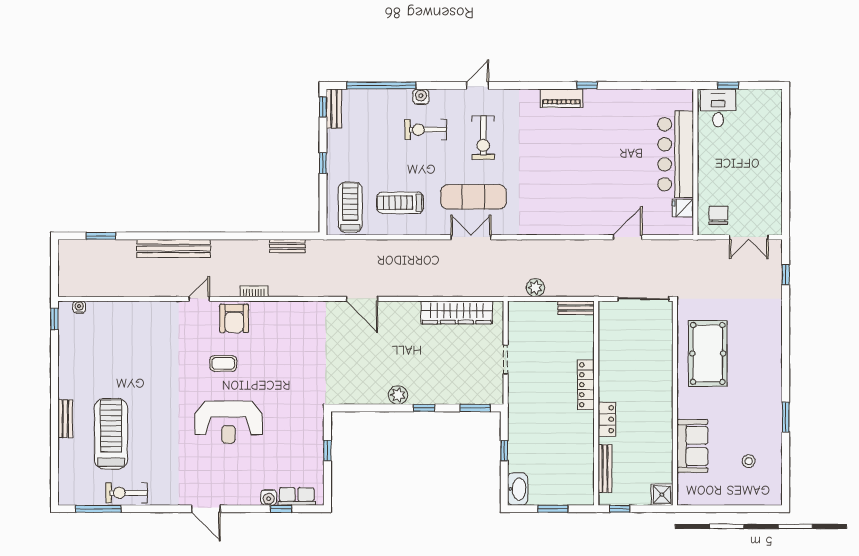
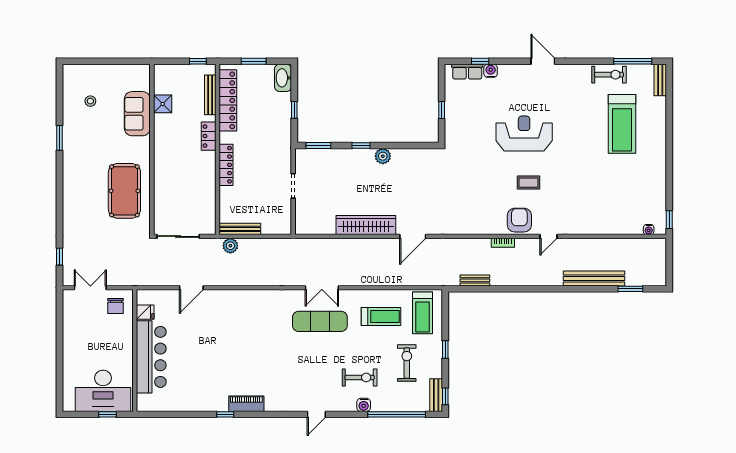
desk: (718, 108) -> (103, 391), width x1.87, depth x1.30
exercise bike: (483, 137) -> (407, 363), moved
bench: (174, 248) -> (594, 278), moved
plant: (535, 288) -> (230, 246), moved
door: (362, 299) -> (413, 236), swing flipped
bench: (576, 308) -> (240, 229), width x1.36
wardrobe: (457, 312) -> (366, 225), moved
bench: (65, 419) -> (660, 80), moved
locker: (584, 462) -> (228, 100), added
shower: (662, 495) -> (163, 104), moved

